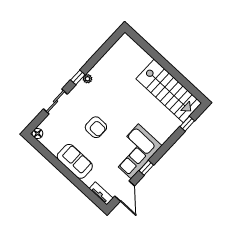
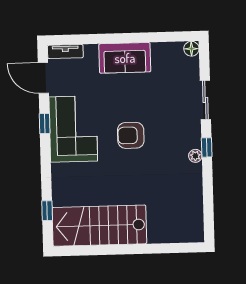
armchair: (96, 127) -> (131, 135), moved

